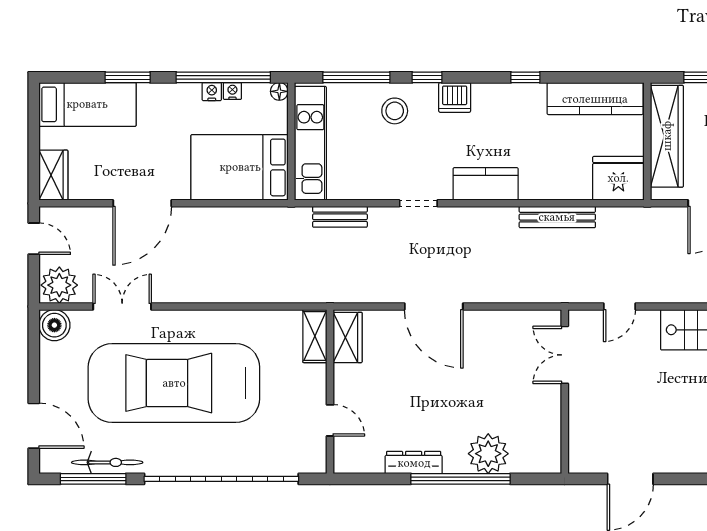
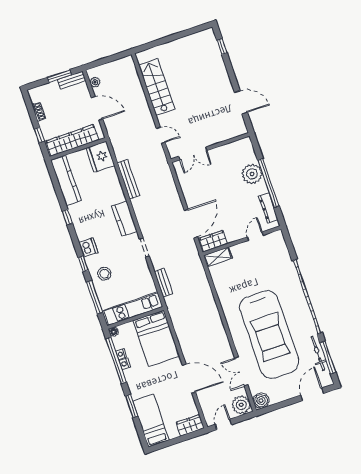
shelving: (315, 336) -> (218, 257), moved
wardrobe: (348, 337) -> (213, 241), moved
wall: (330, 392) -> (242, 241), moved
door: (330, 420) -> (255, 236), moved

